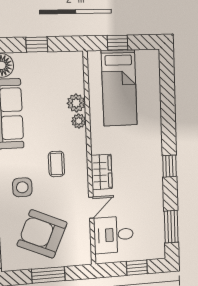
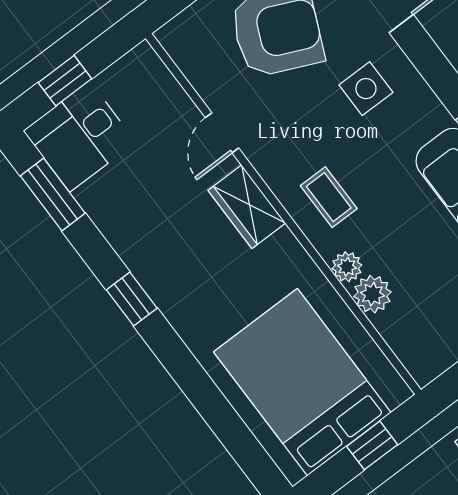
bed: (119, 88) -> (302, 382), width x1.50
coffee table: (56, 164) -> (329, 197), moved
desk: (114, 235) -> (79, 136), moved, turned 180

